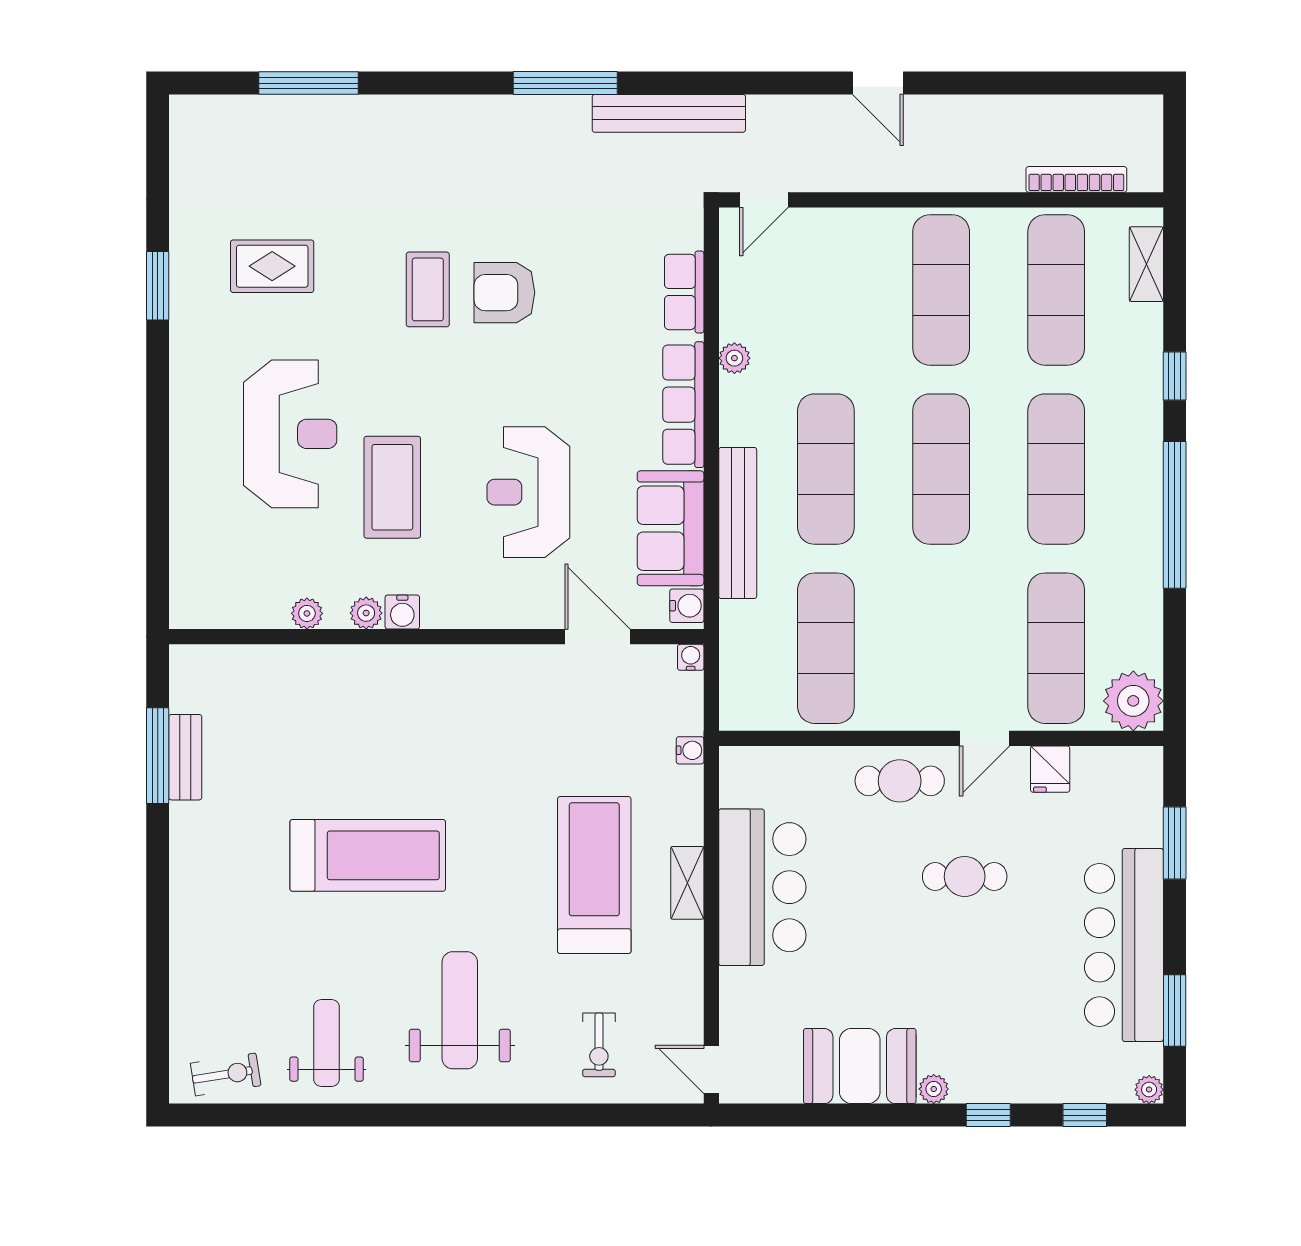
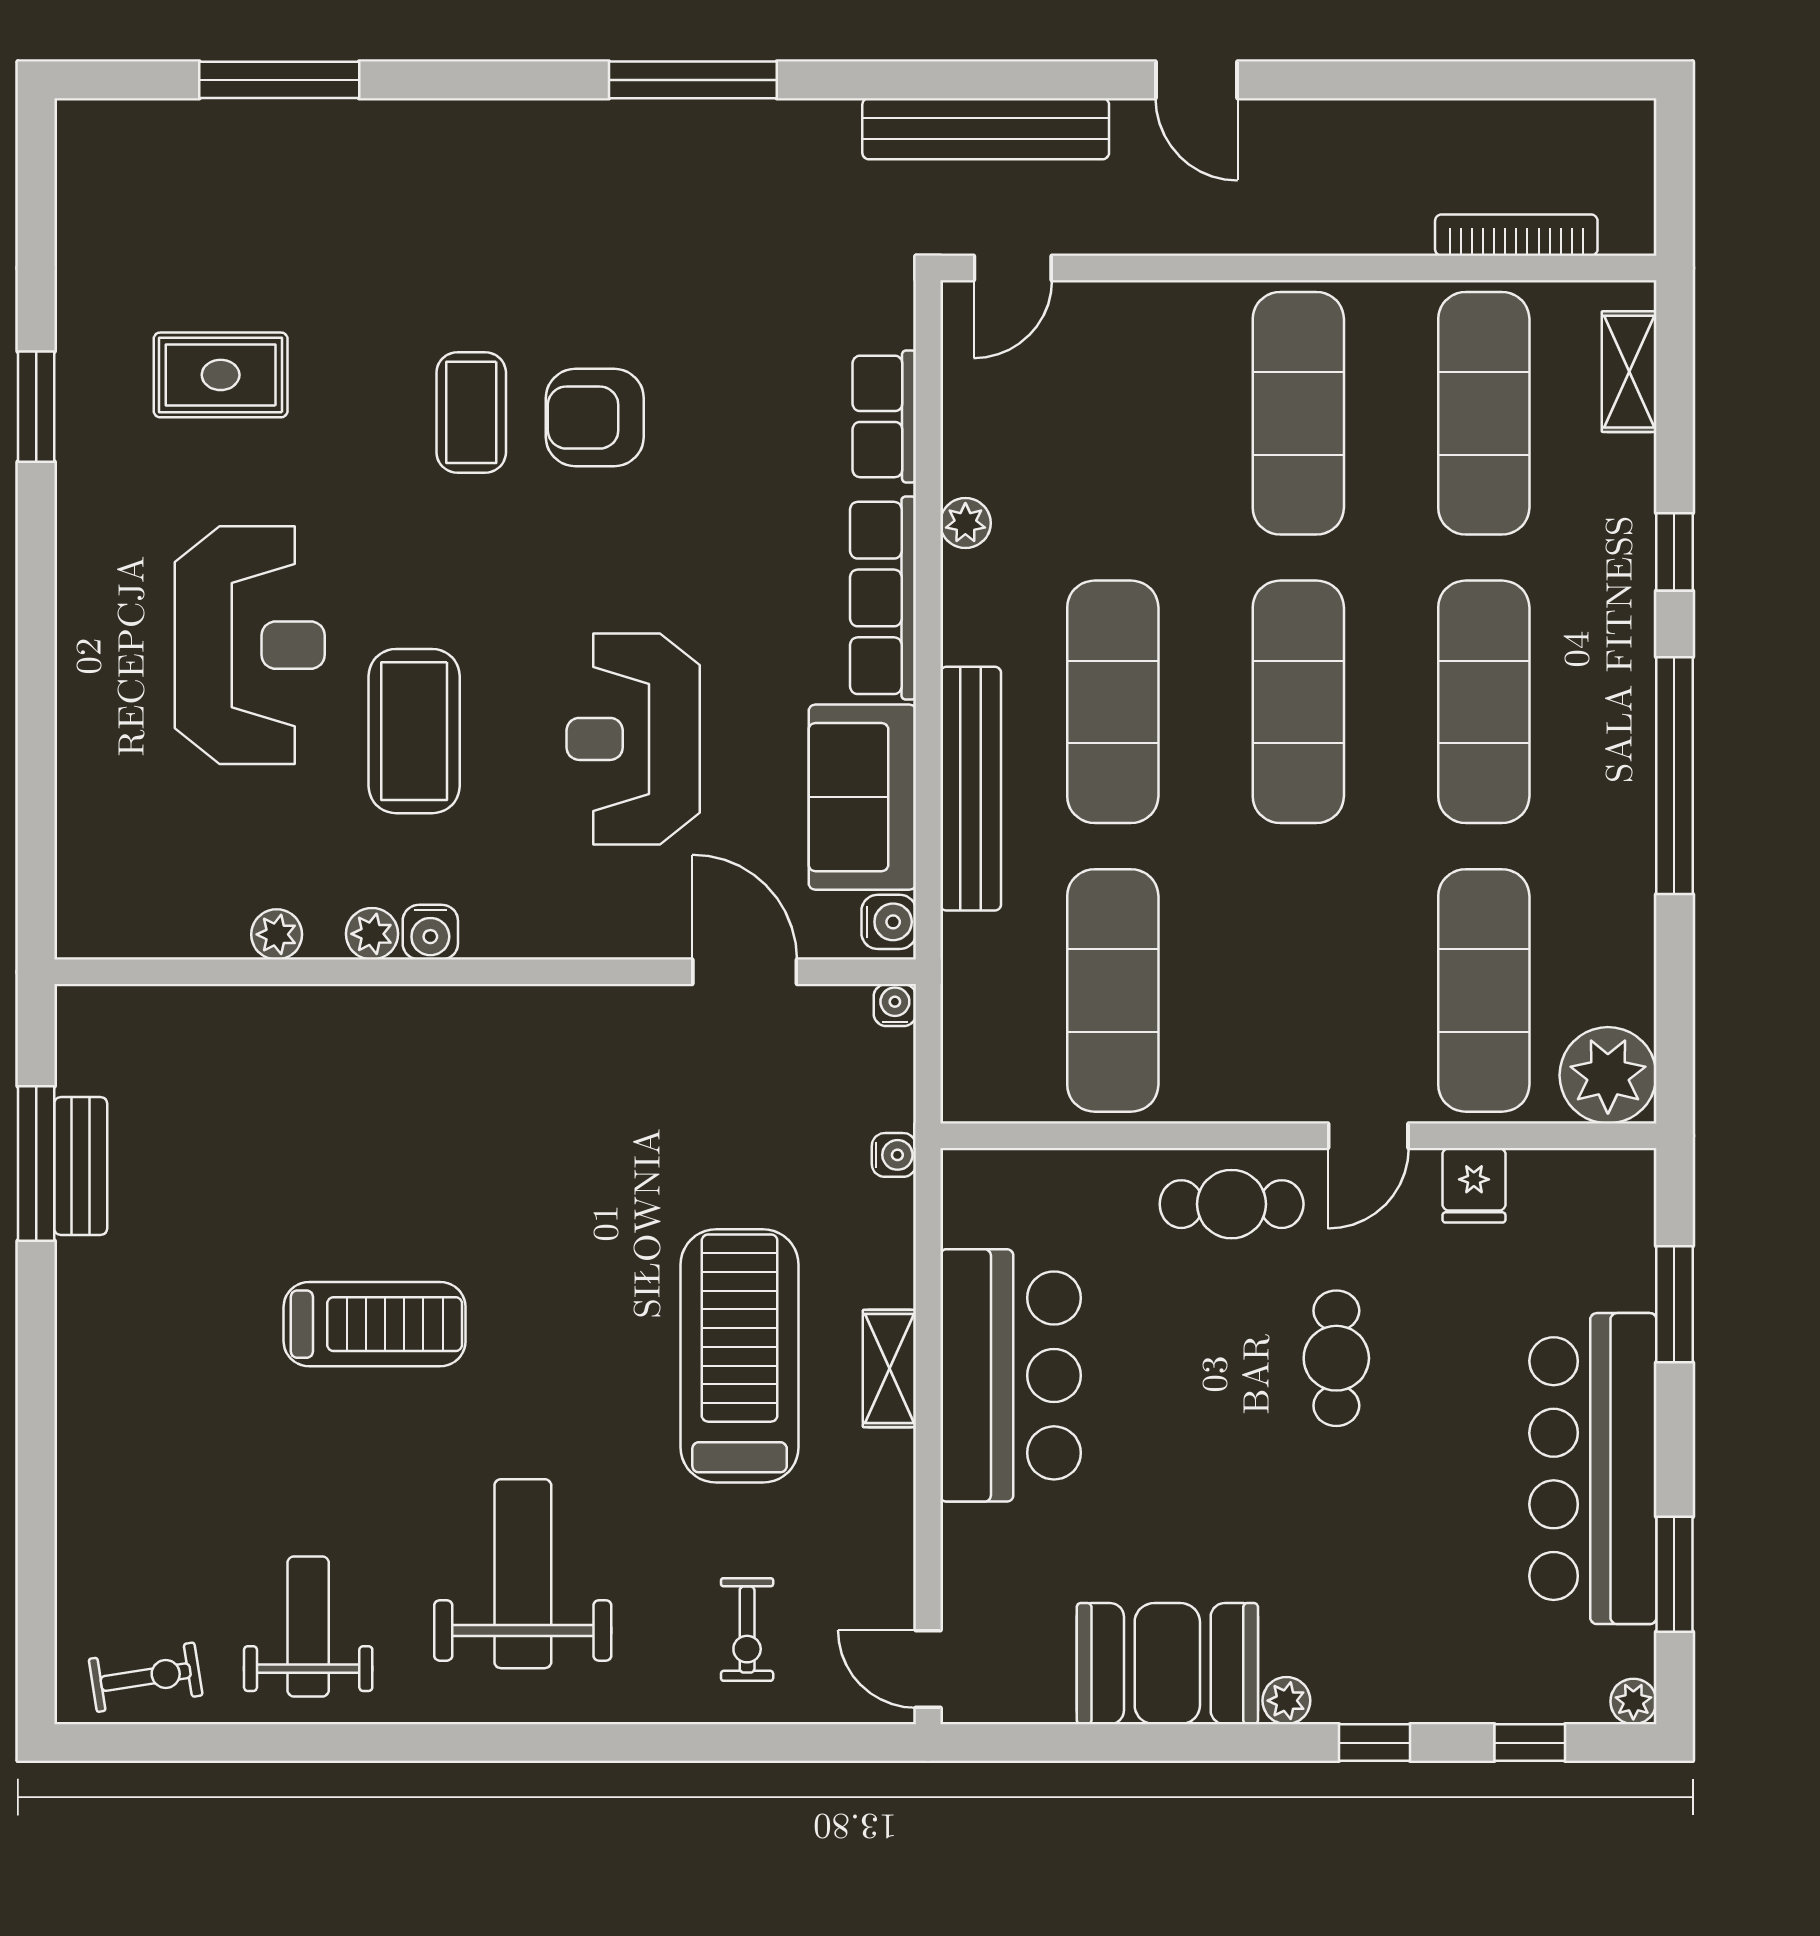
bench: (669, 113) -> (986, 129), moved
treadmill: (368, 855) -> (375, 1324), width x0.73, depth x0.73
cafe table: (965, 876) -> (1336, 1358), turned 90

